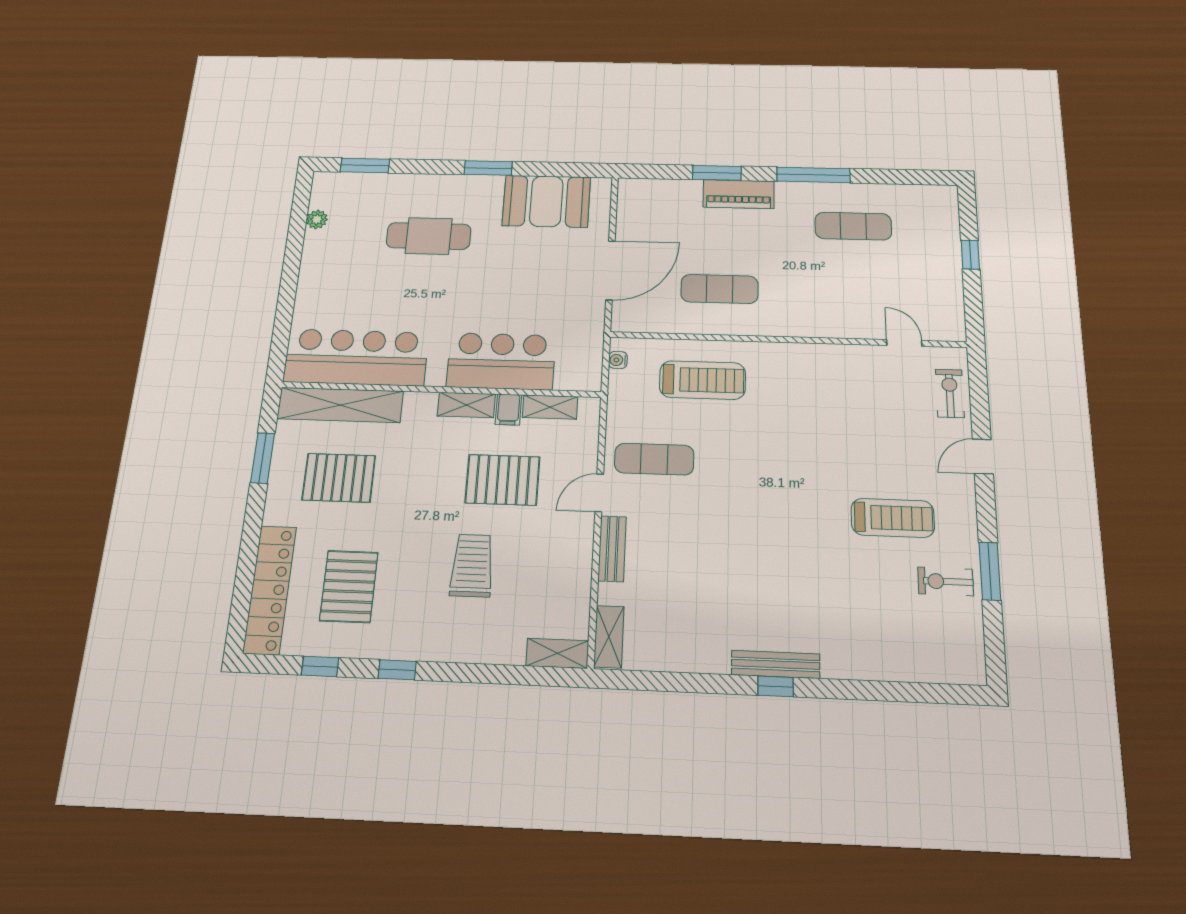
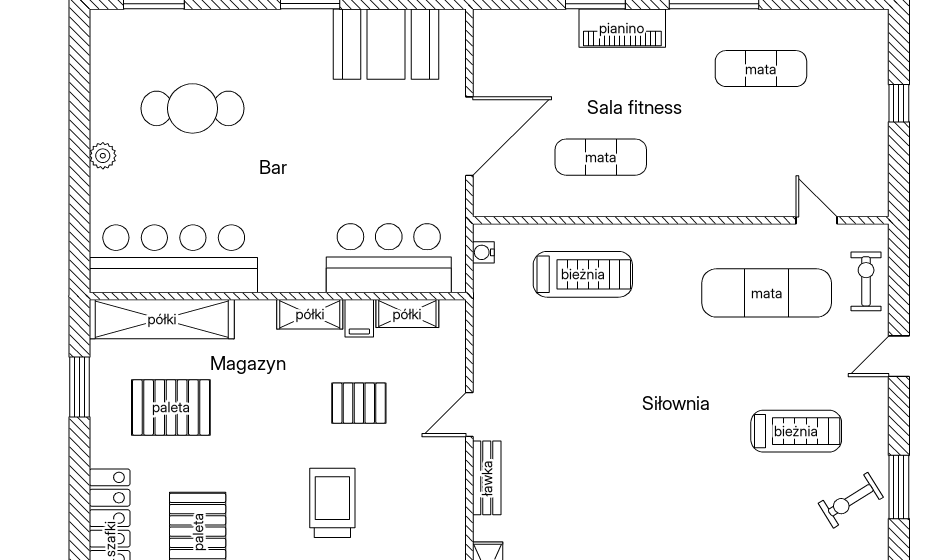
plant: (317, 219) -> (103, 156), moved
cafe table: (429, 236) -> (192, 108), moved
bar counter: (501, 361) -> (389, 258), moved
exercise mat: (654, 459) -> (767, 293), moved, width x1.36, depth x1.45
pallet: (503, 480) -> (359, 403), width x0.67, depth x0.71
exercise bike: (946, 581) -> (851, 500), turned -32

